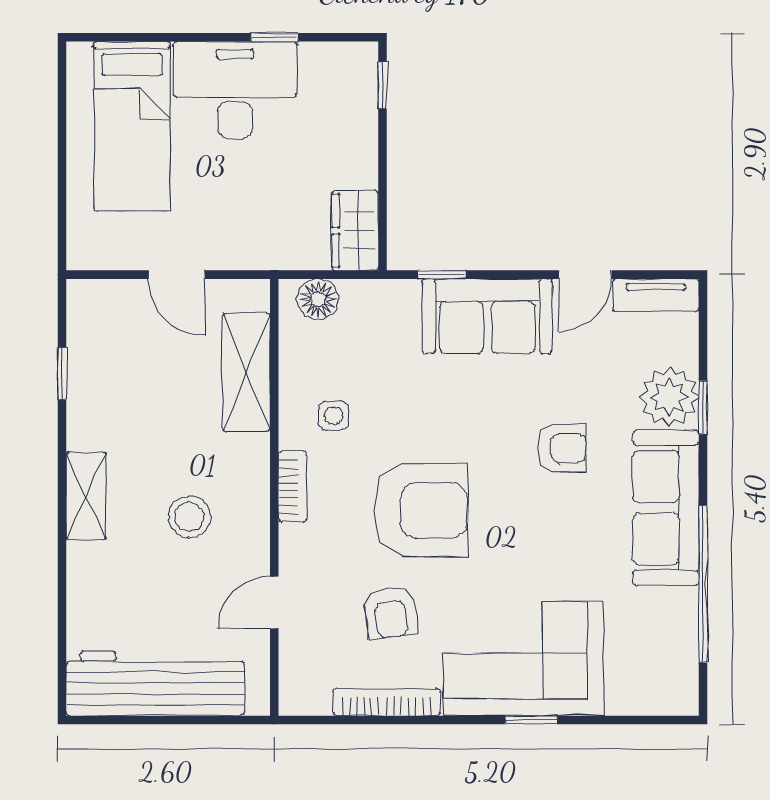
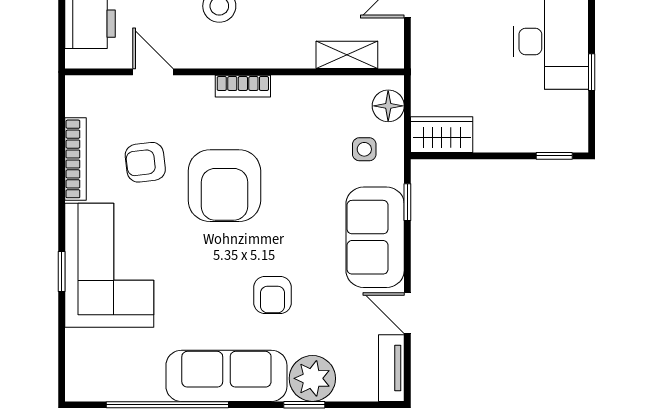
shelving: (246, 372) -> (347, 55), width x0.67, depth x0.75
side table: (334, 416) -> (364, 149), moved

